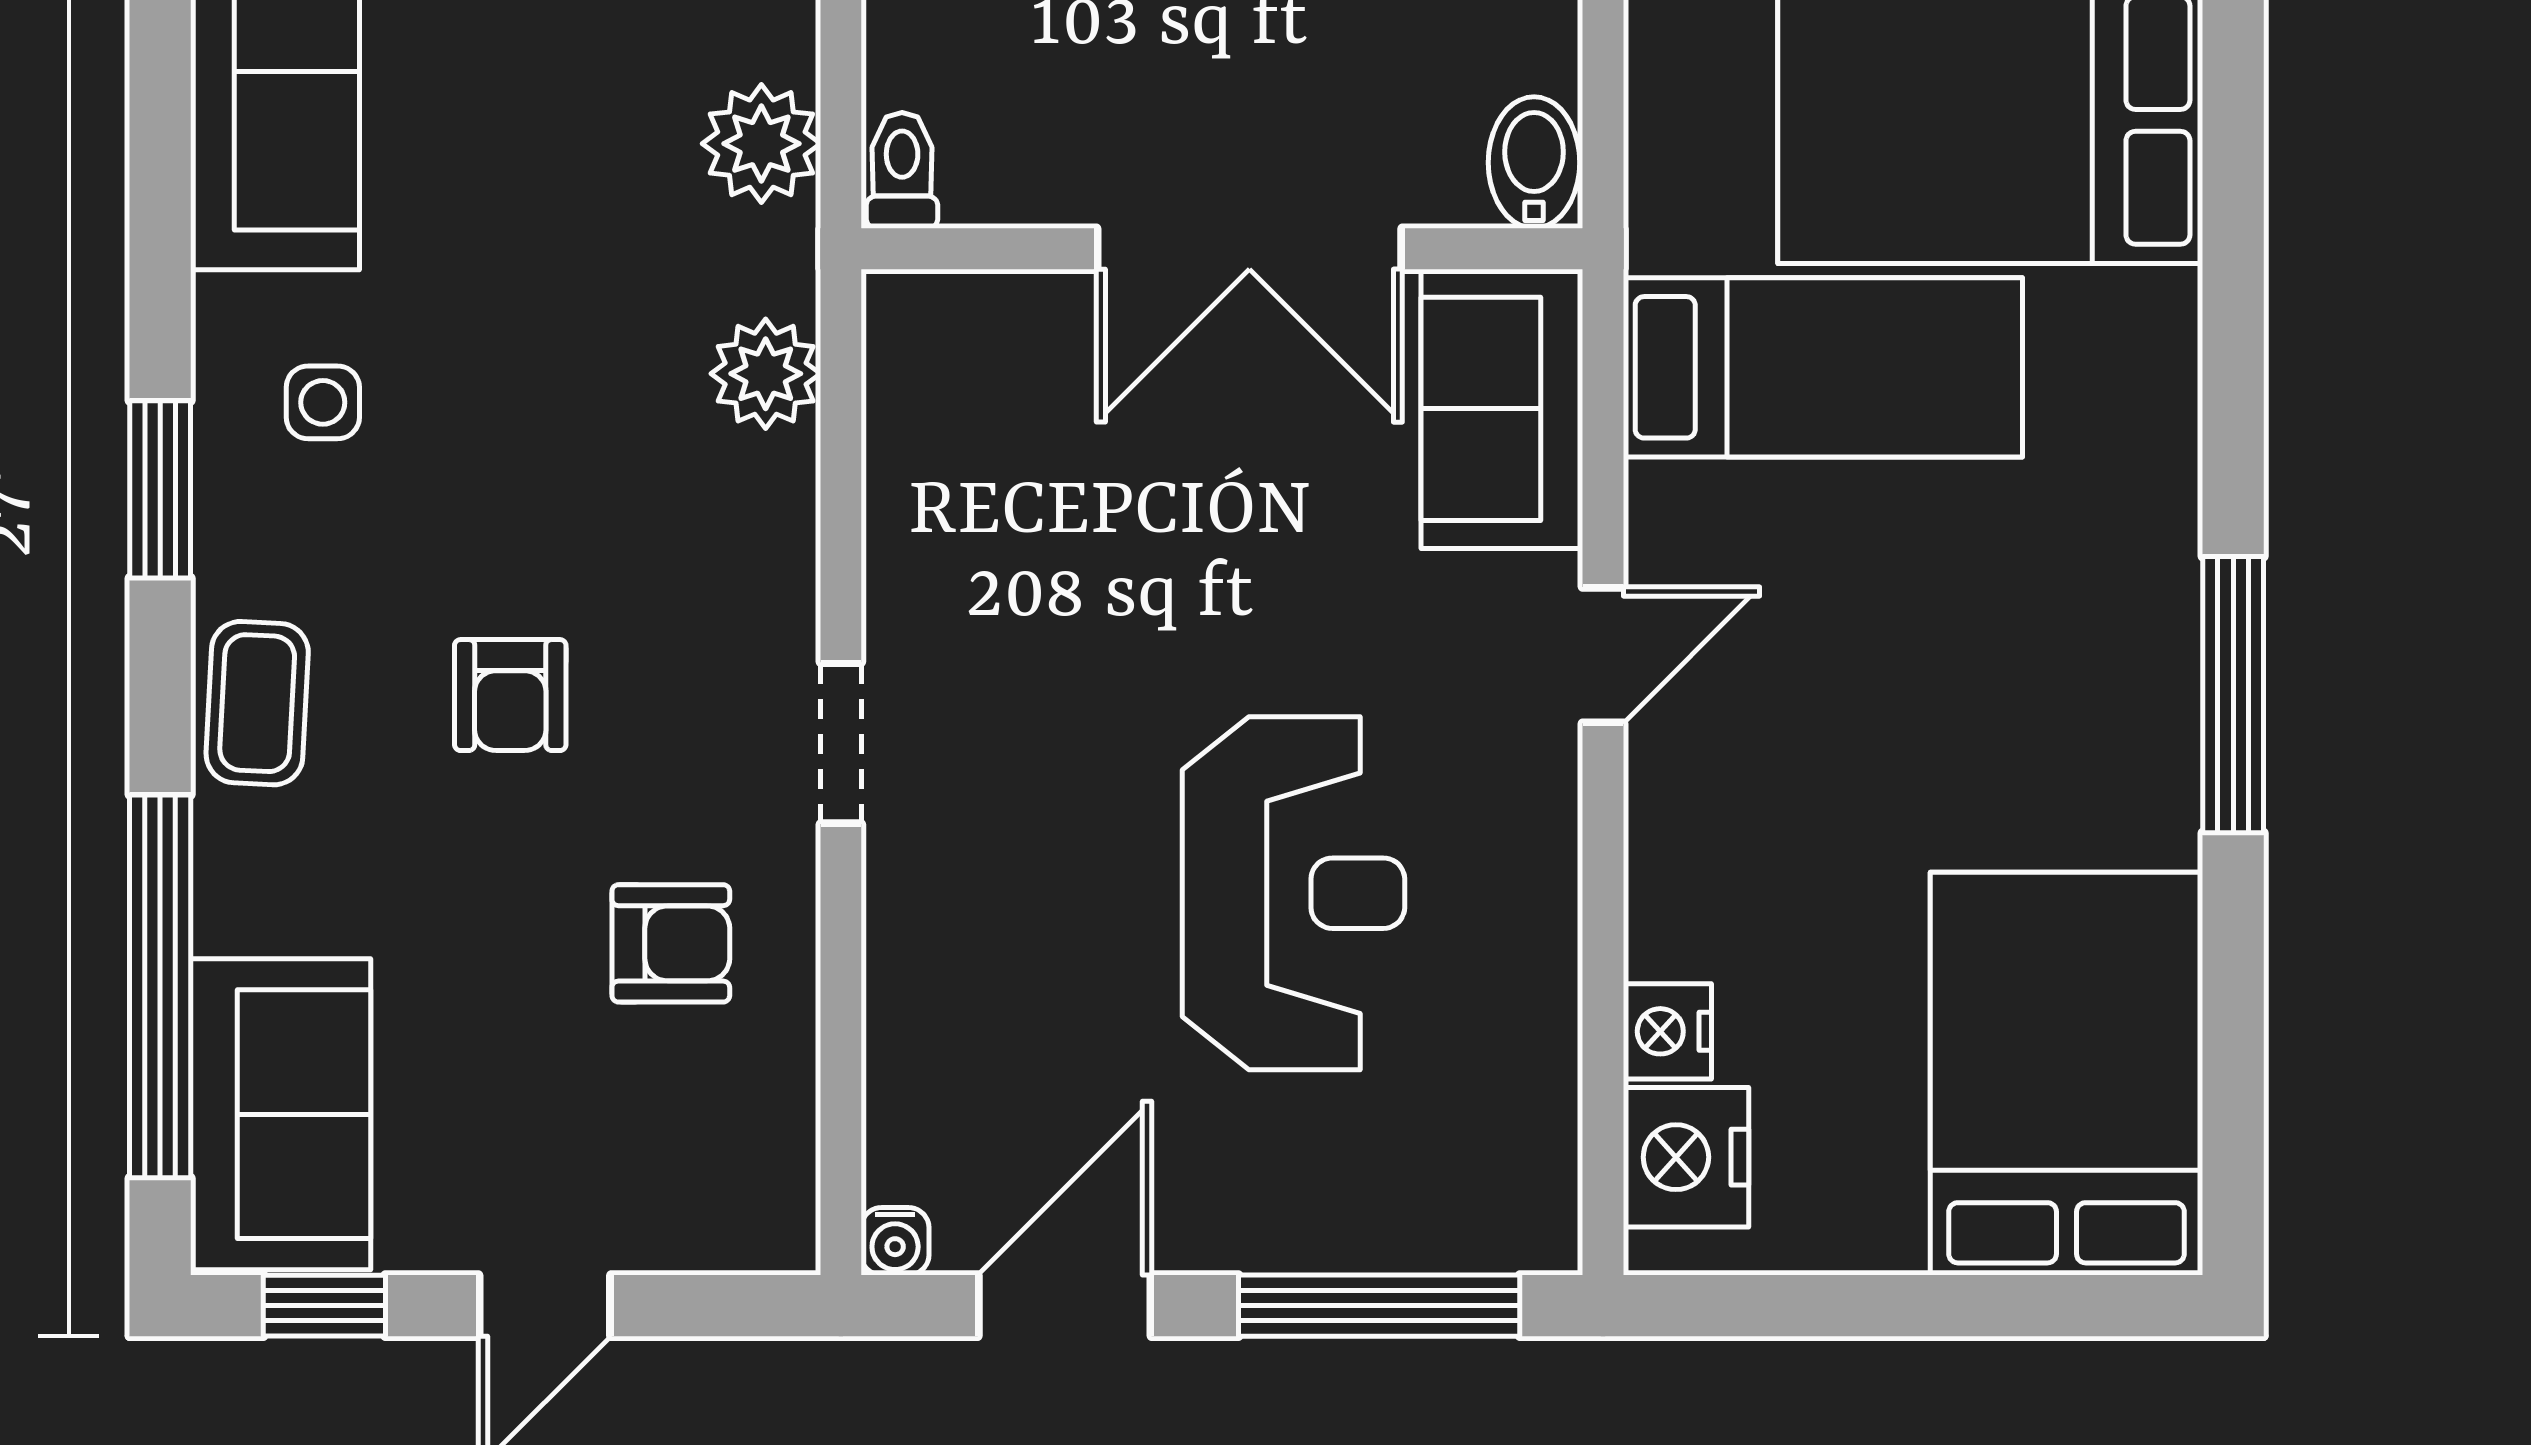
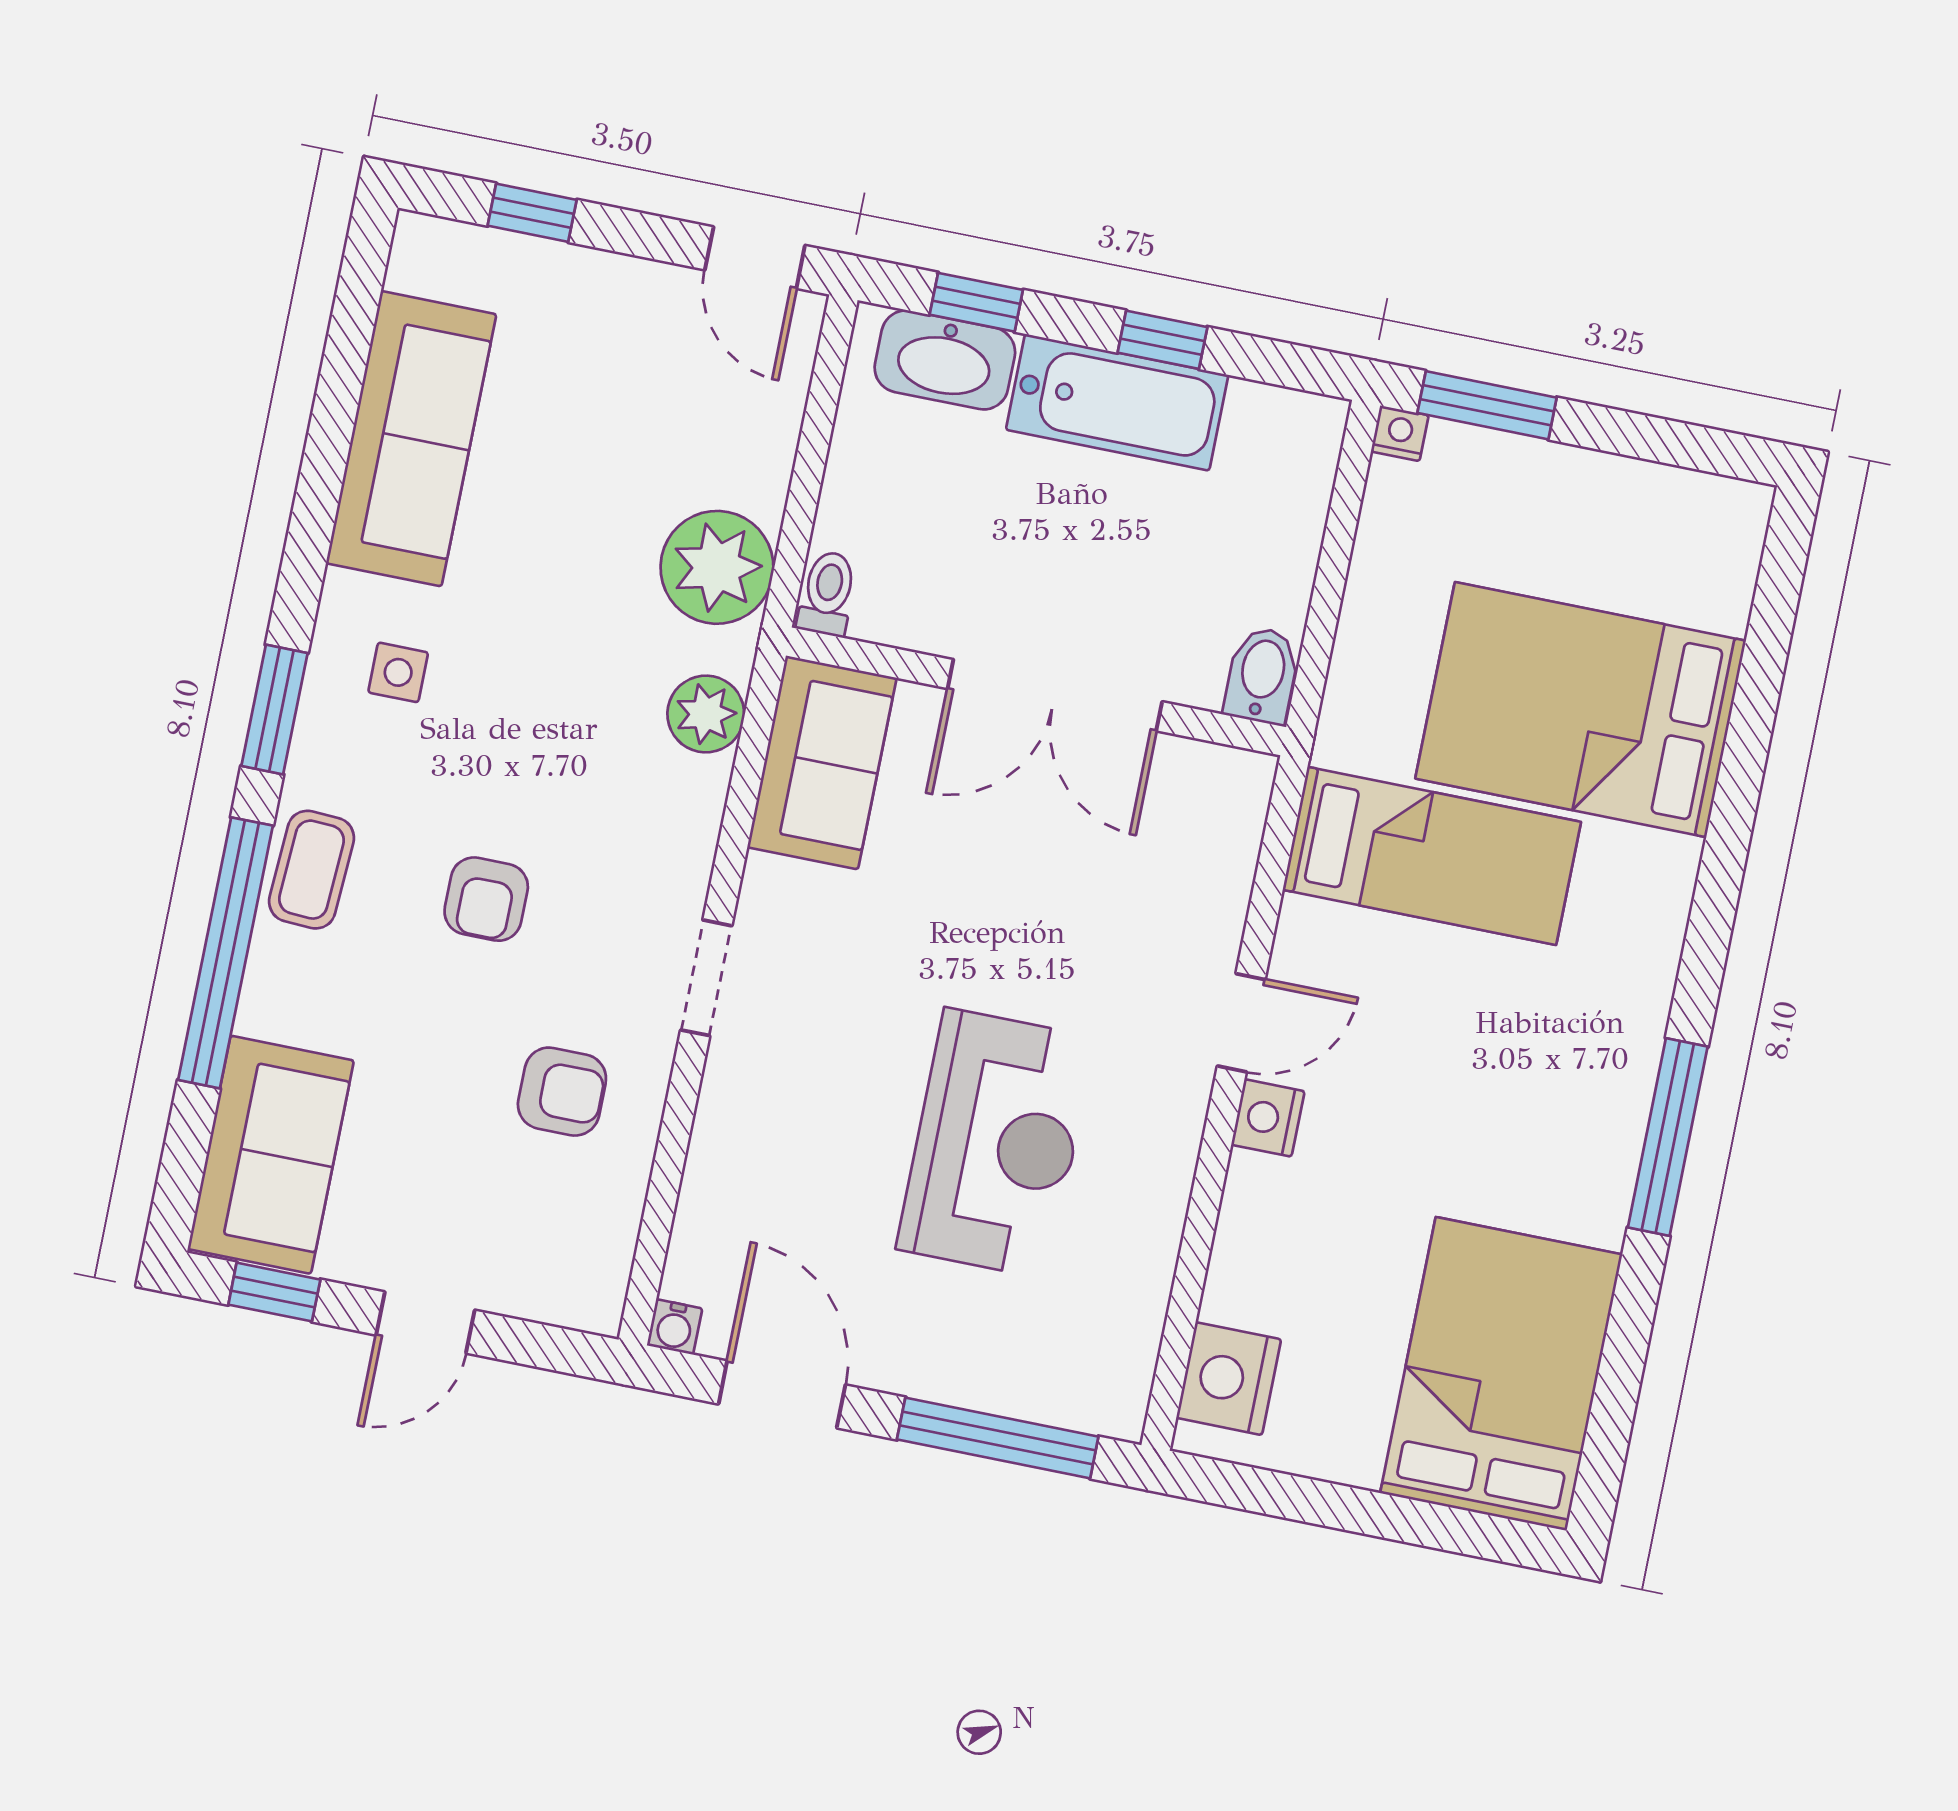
plant: (761, 144) -> (717, 567), width x1.36, depth x1.36
sofa: (1502, 409) -> (822, 763), moved, turned 180
window: (160, 986) -> (225, 953), moved
nightstand: (1667, 1031) -> (1268, 1118), moved
door: (1065, 1306) -> (782, 1394), hinge flipped

